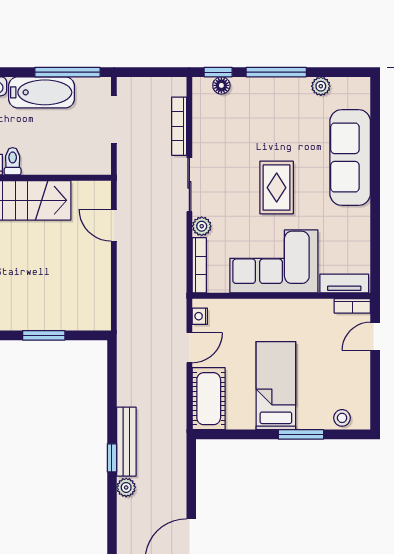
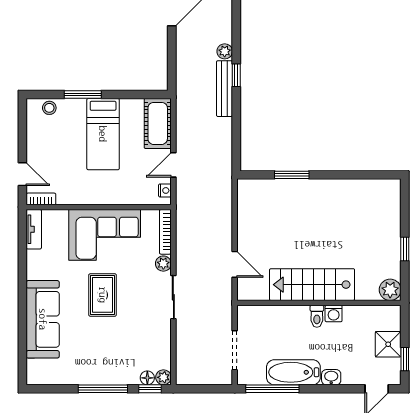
plant: (321, 86) -> (163, 377), moved
bookcase: (179, 126) -> (182, 345), removed
tv unit: (344, 284) -> (34, 229), moved, turned -90
door: (375, 336) -> (22, 174), hinge flipped

